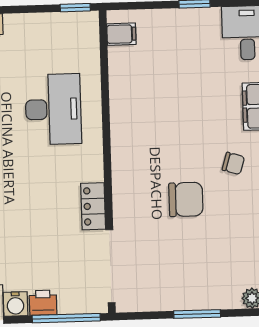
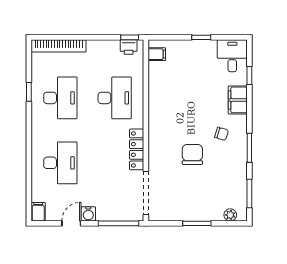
chair: (186, 199) -> (192, 154), turned -90
locker: (93, 206) -> (137, 149), width x1.53
printer: (43, 303) -> (129, 47), moved, turned 180

